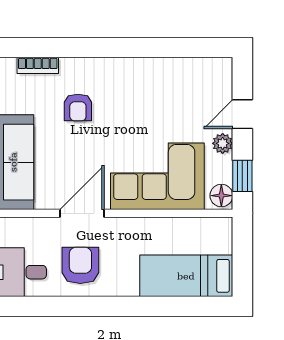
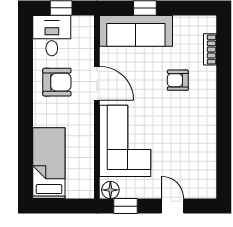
plant: (223, 143) -> (150, 191), removed

